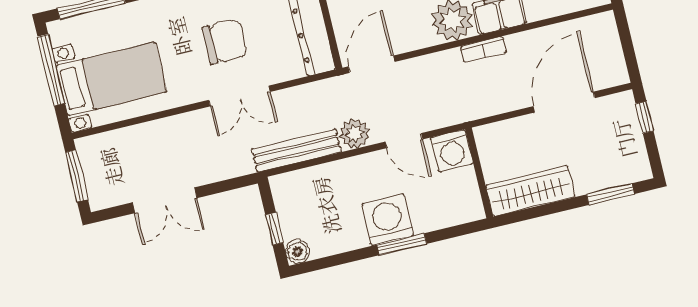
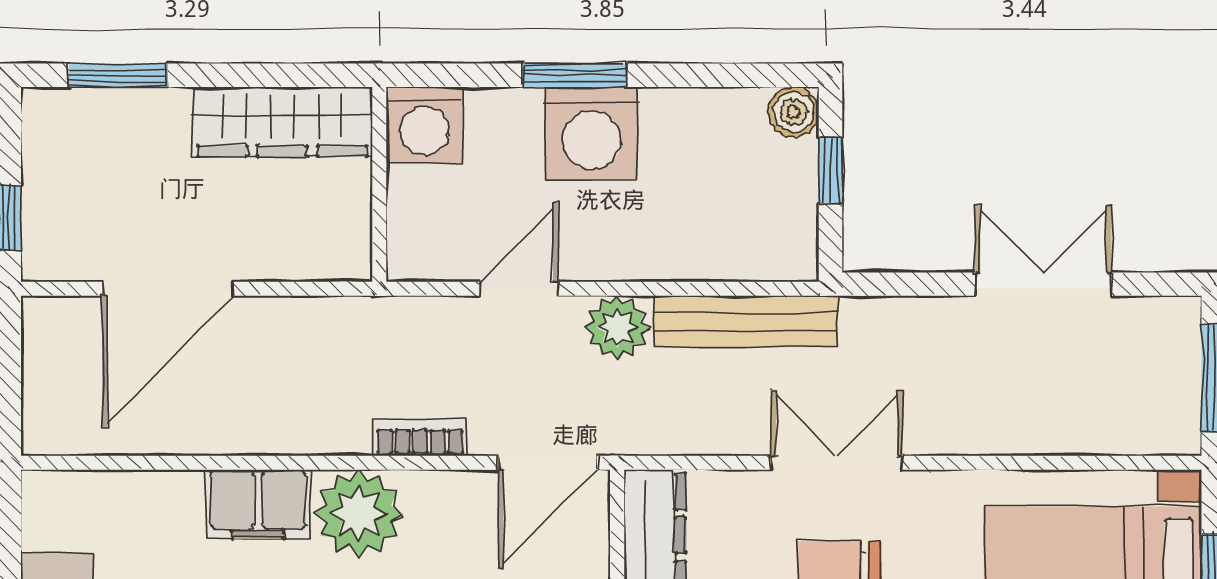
bookcase: (483, 50) -> (420, 437), moved
door: (404, 141) -> (519, 289), hinge flipped
washing machine: (452, 151) -> (424, 125), moved, turned 180

